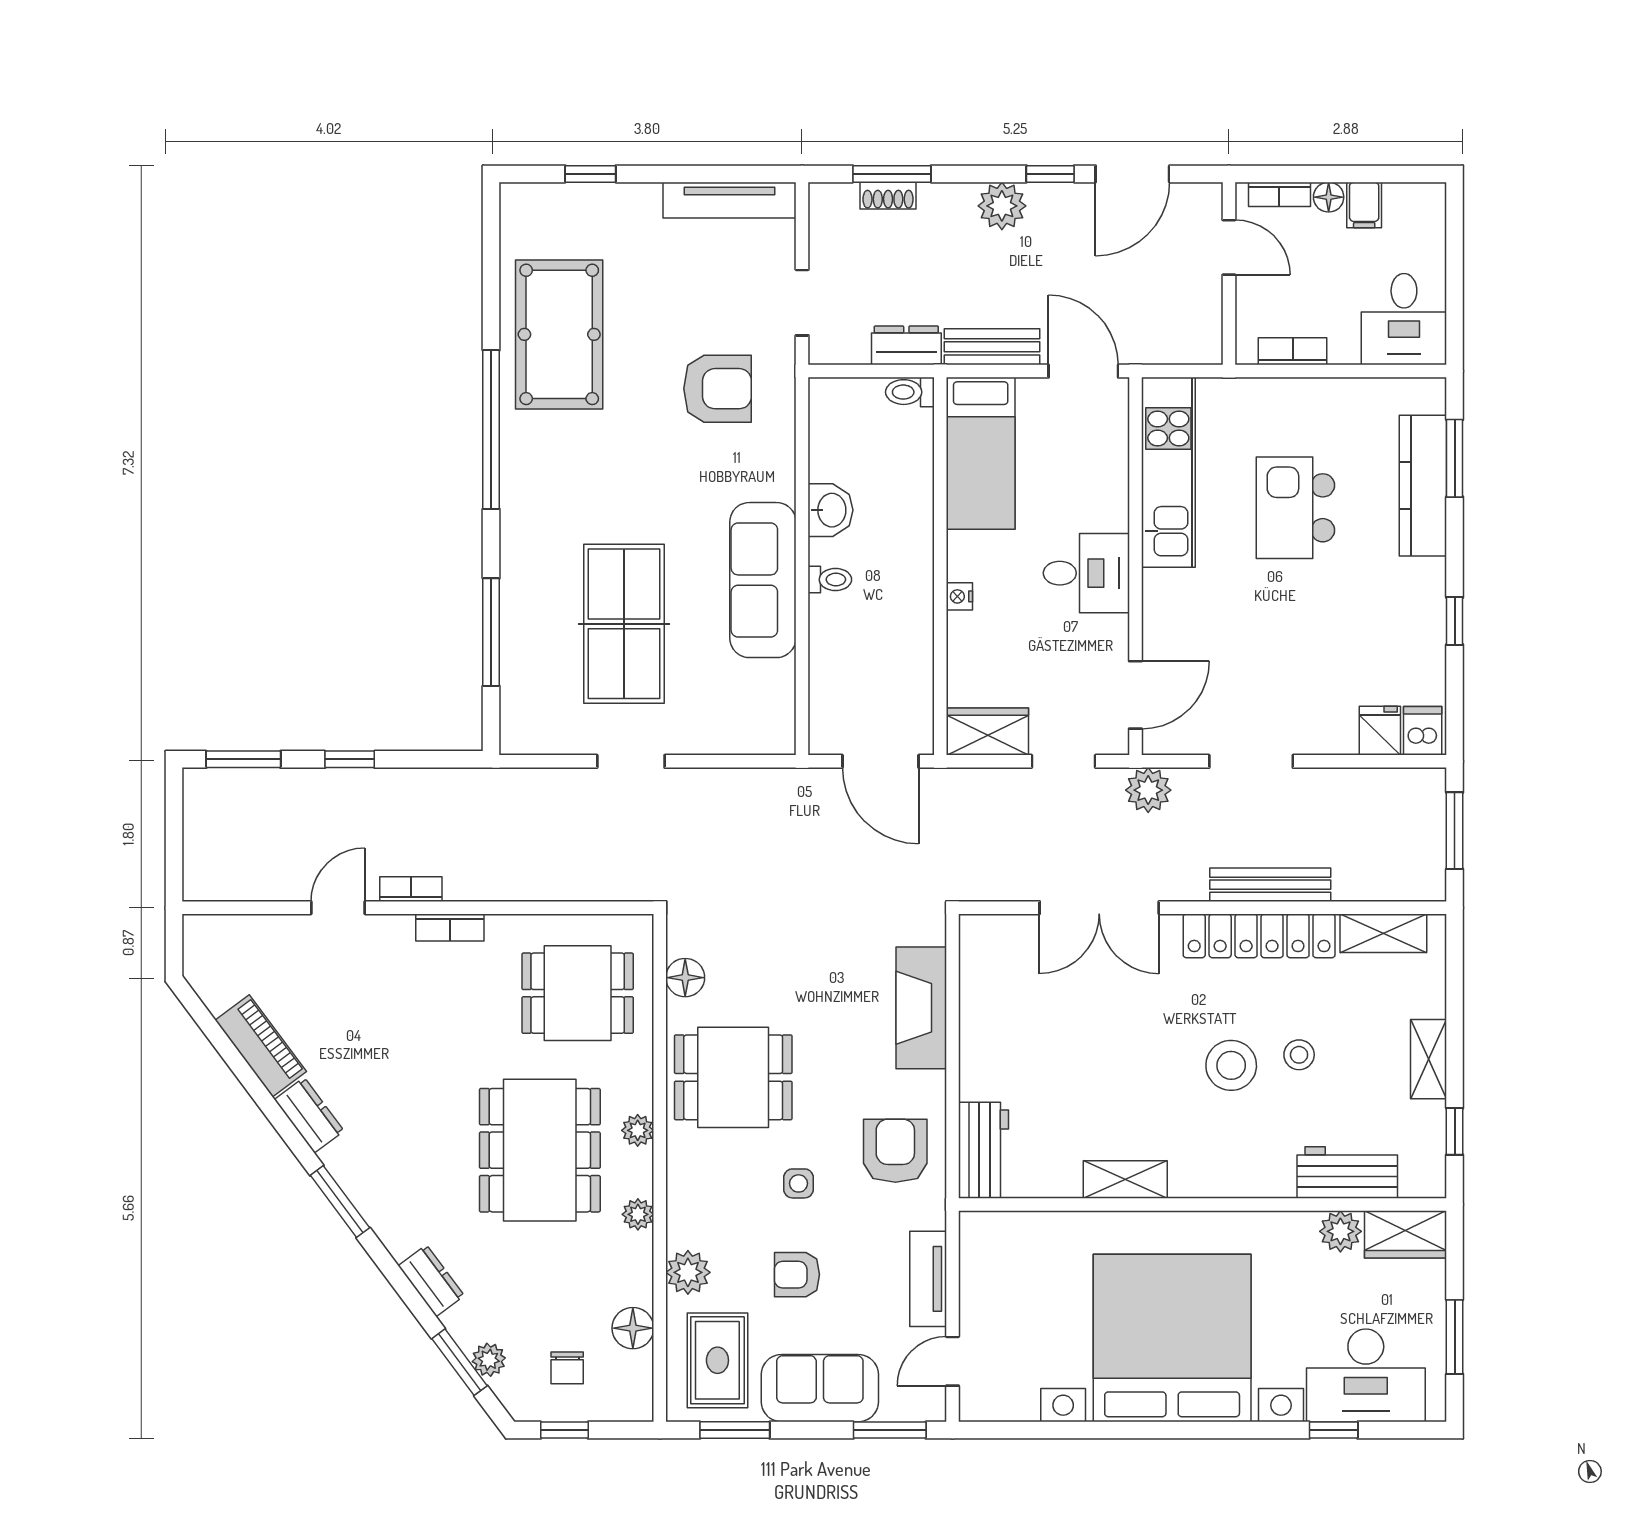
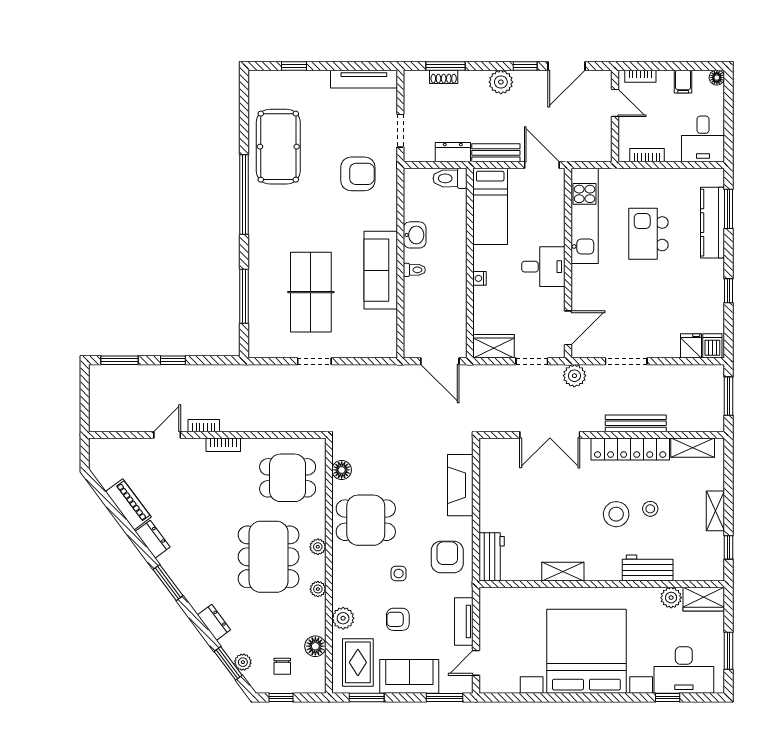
floor lamp: (1329, 197) -> (717, 78), moved
toilet: (910, 392) -> (450, 178), width x1.37, depth x1.39
workbench: (1347, 1172) -> (648, 568), moved

